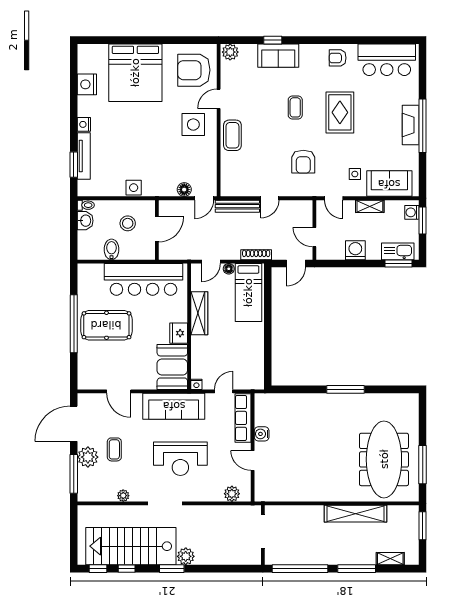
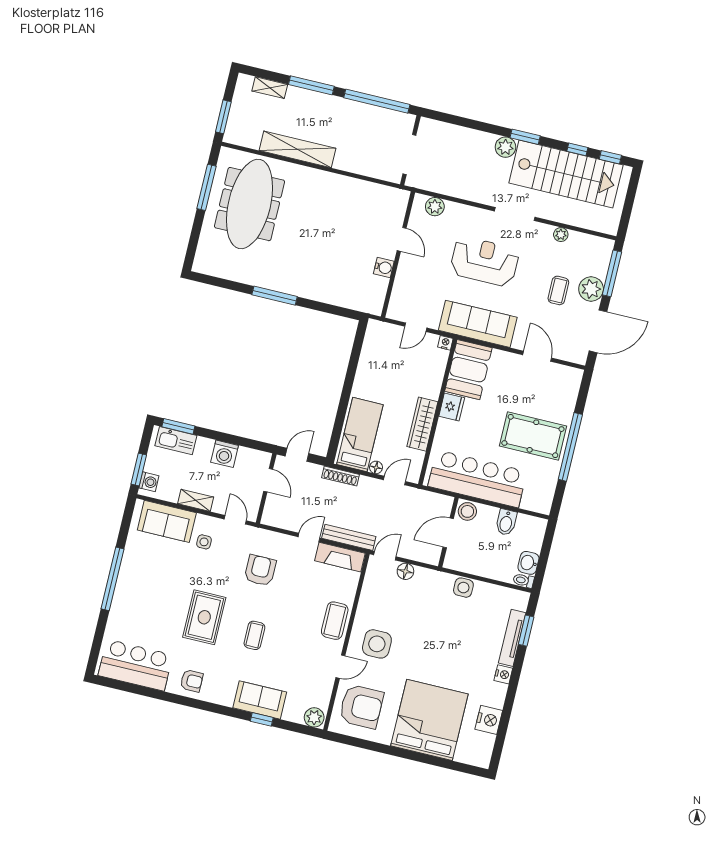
fireplace: (411, 125) -> (340, 557), moved, turned 90
stool: (128, 223) -> (467, 511), moved
row of seats: (243, 418) -> (401, 291), removed

